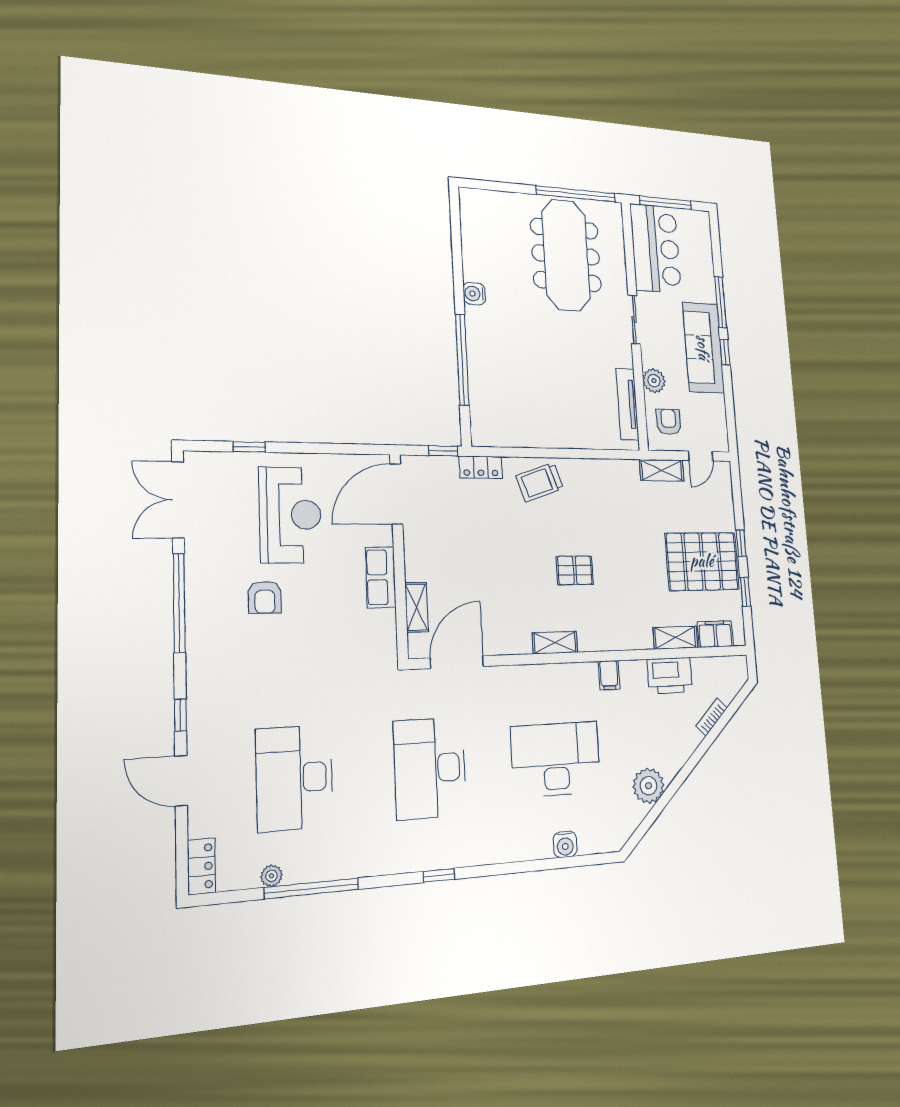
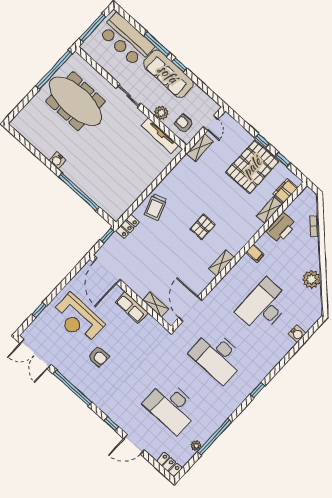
bar counter: (656, 248) -> (126, 40), moved, turned 180
reception desk: (290, 515) -> (78, 319), turned 180

